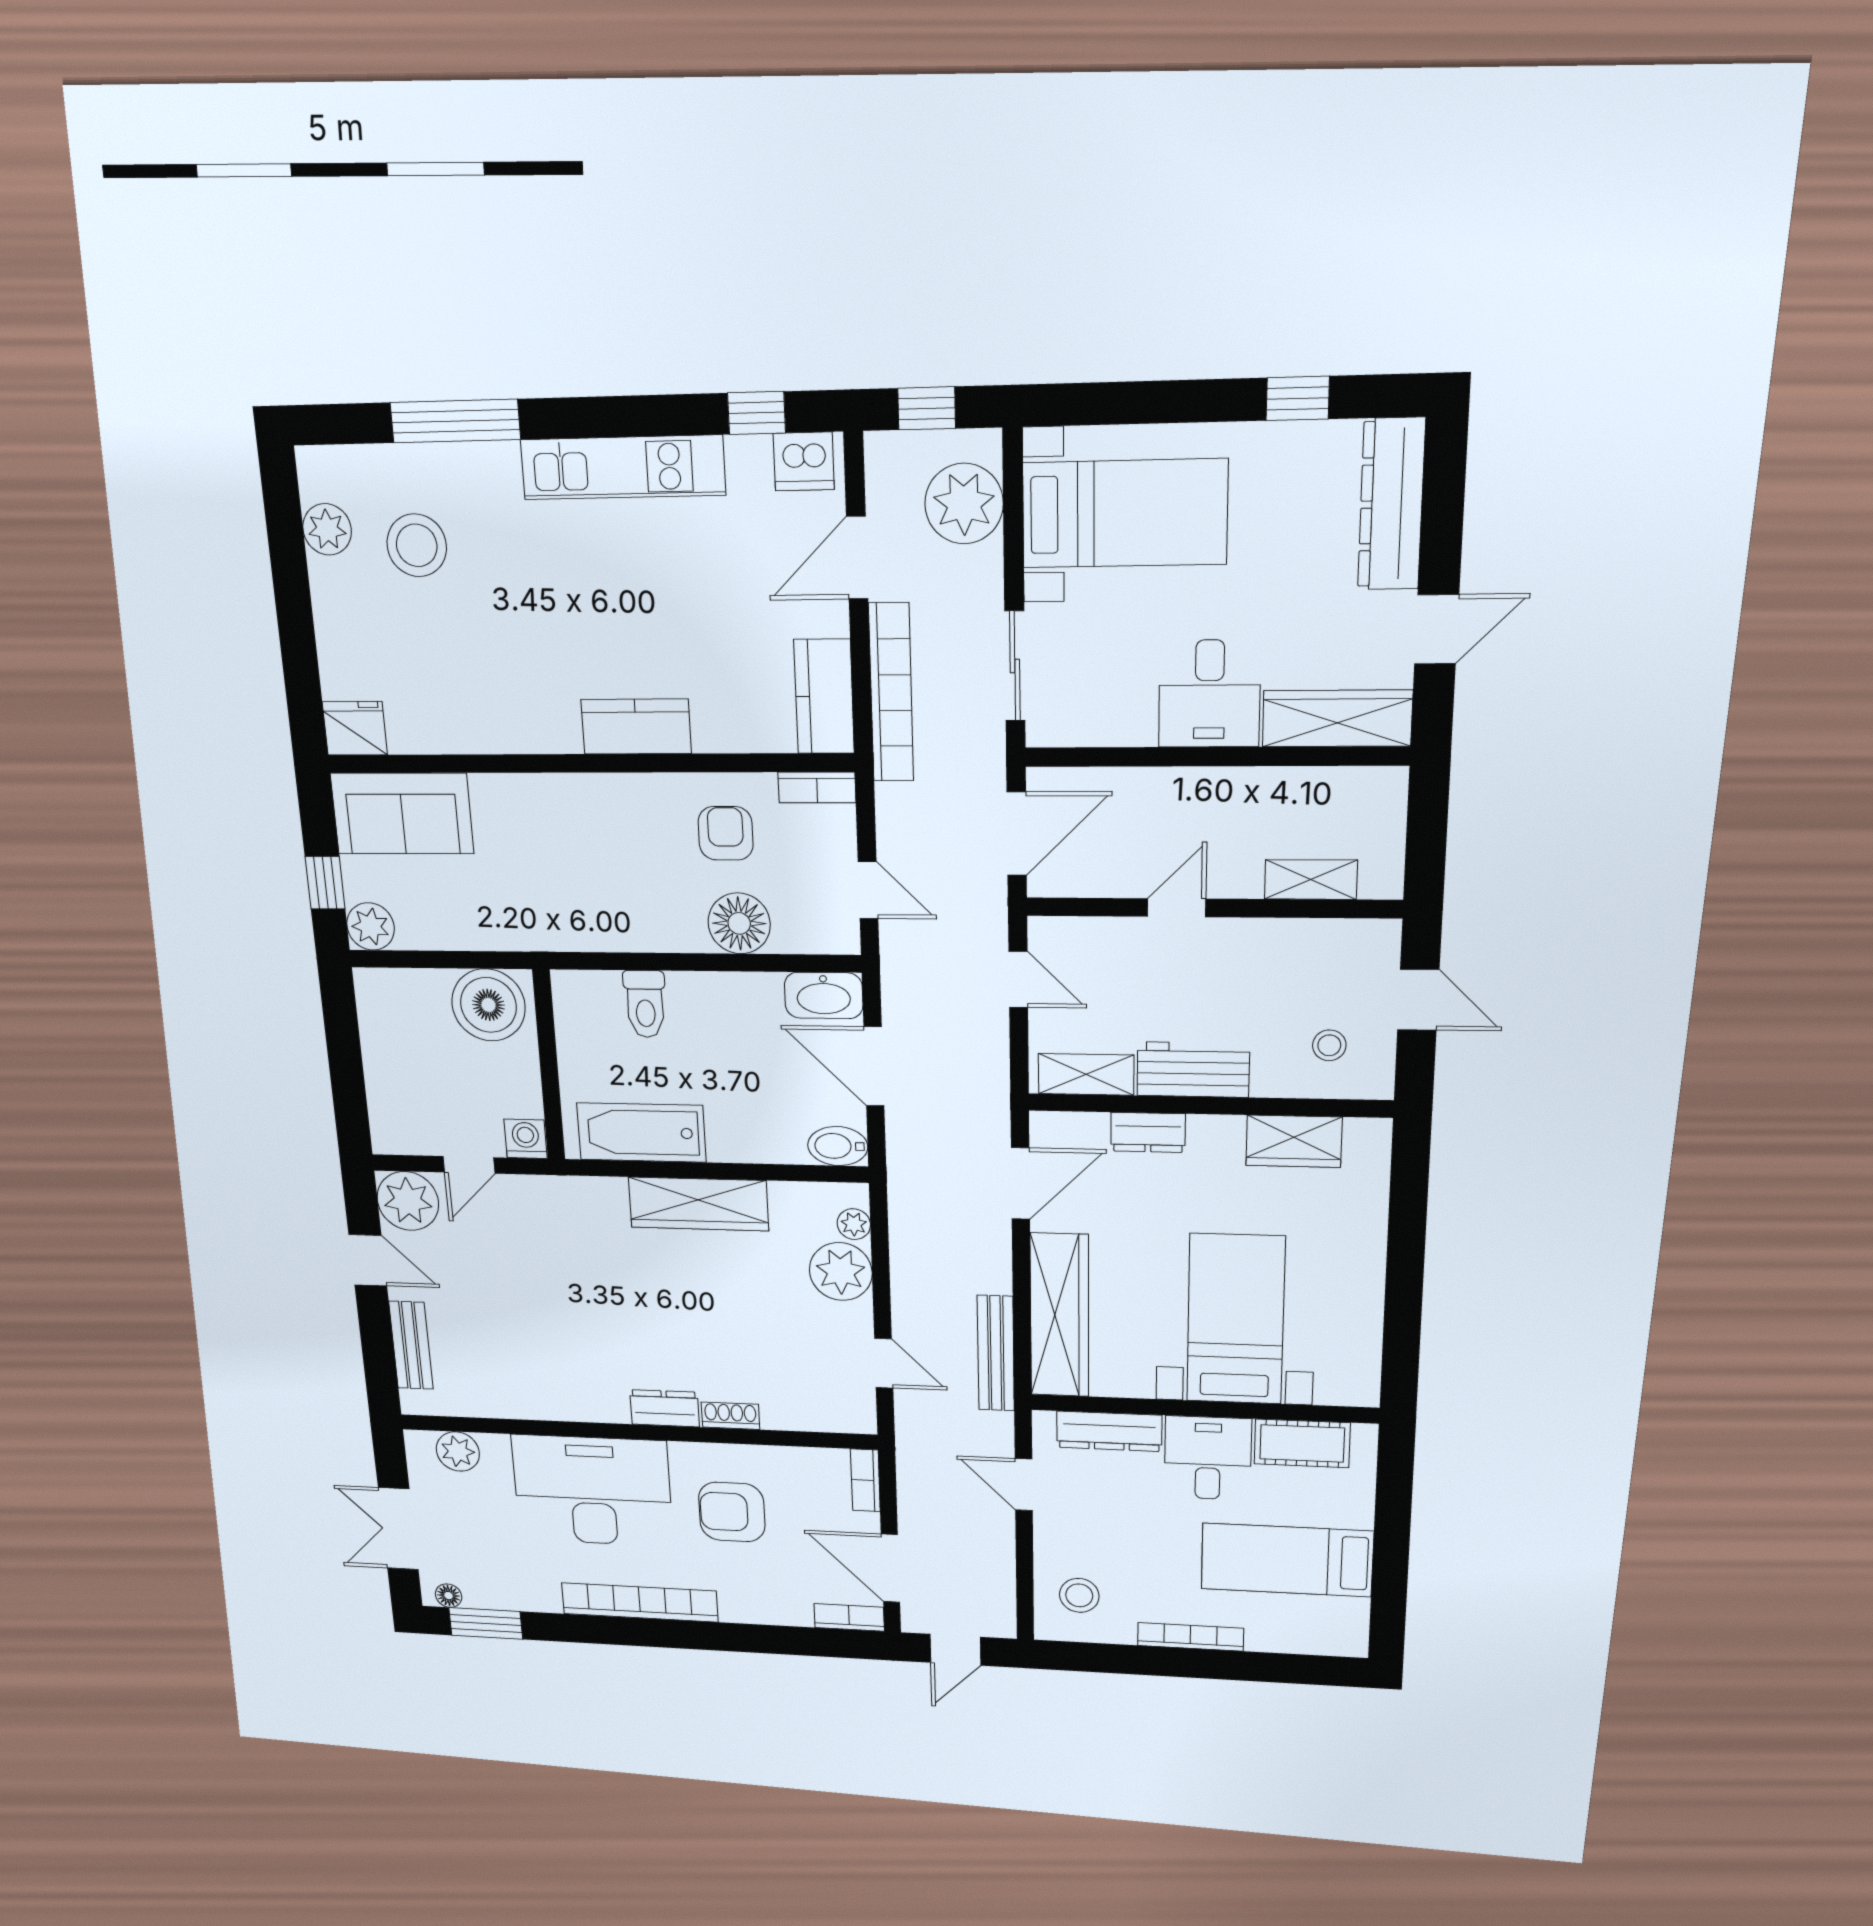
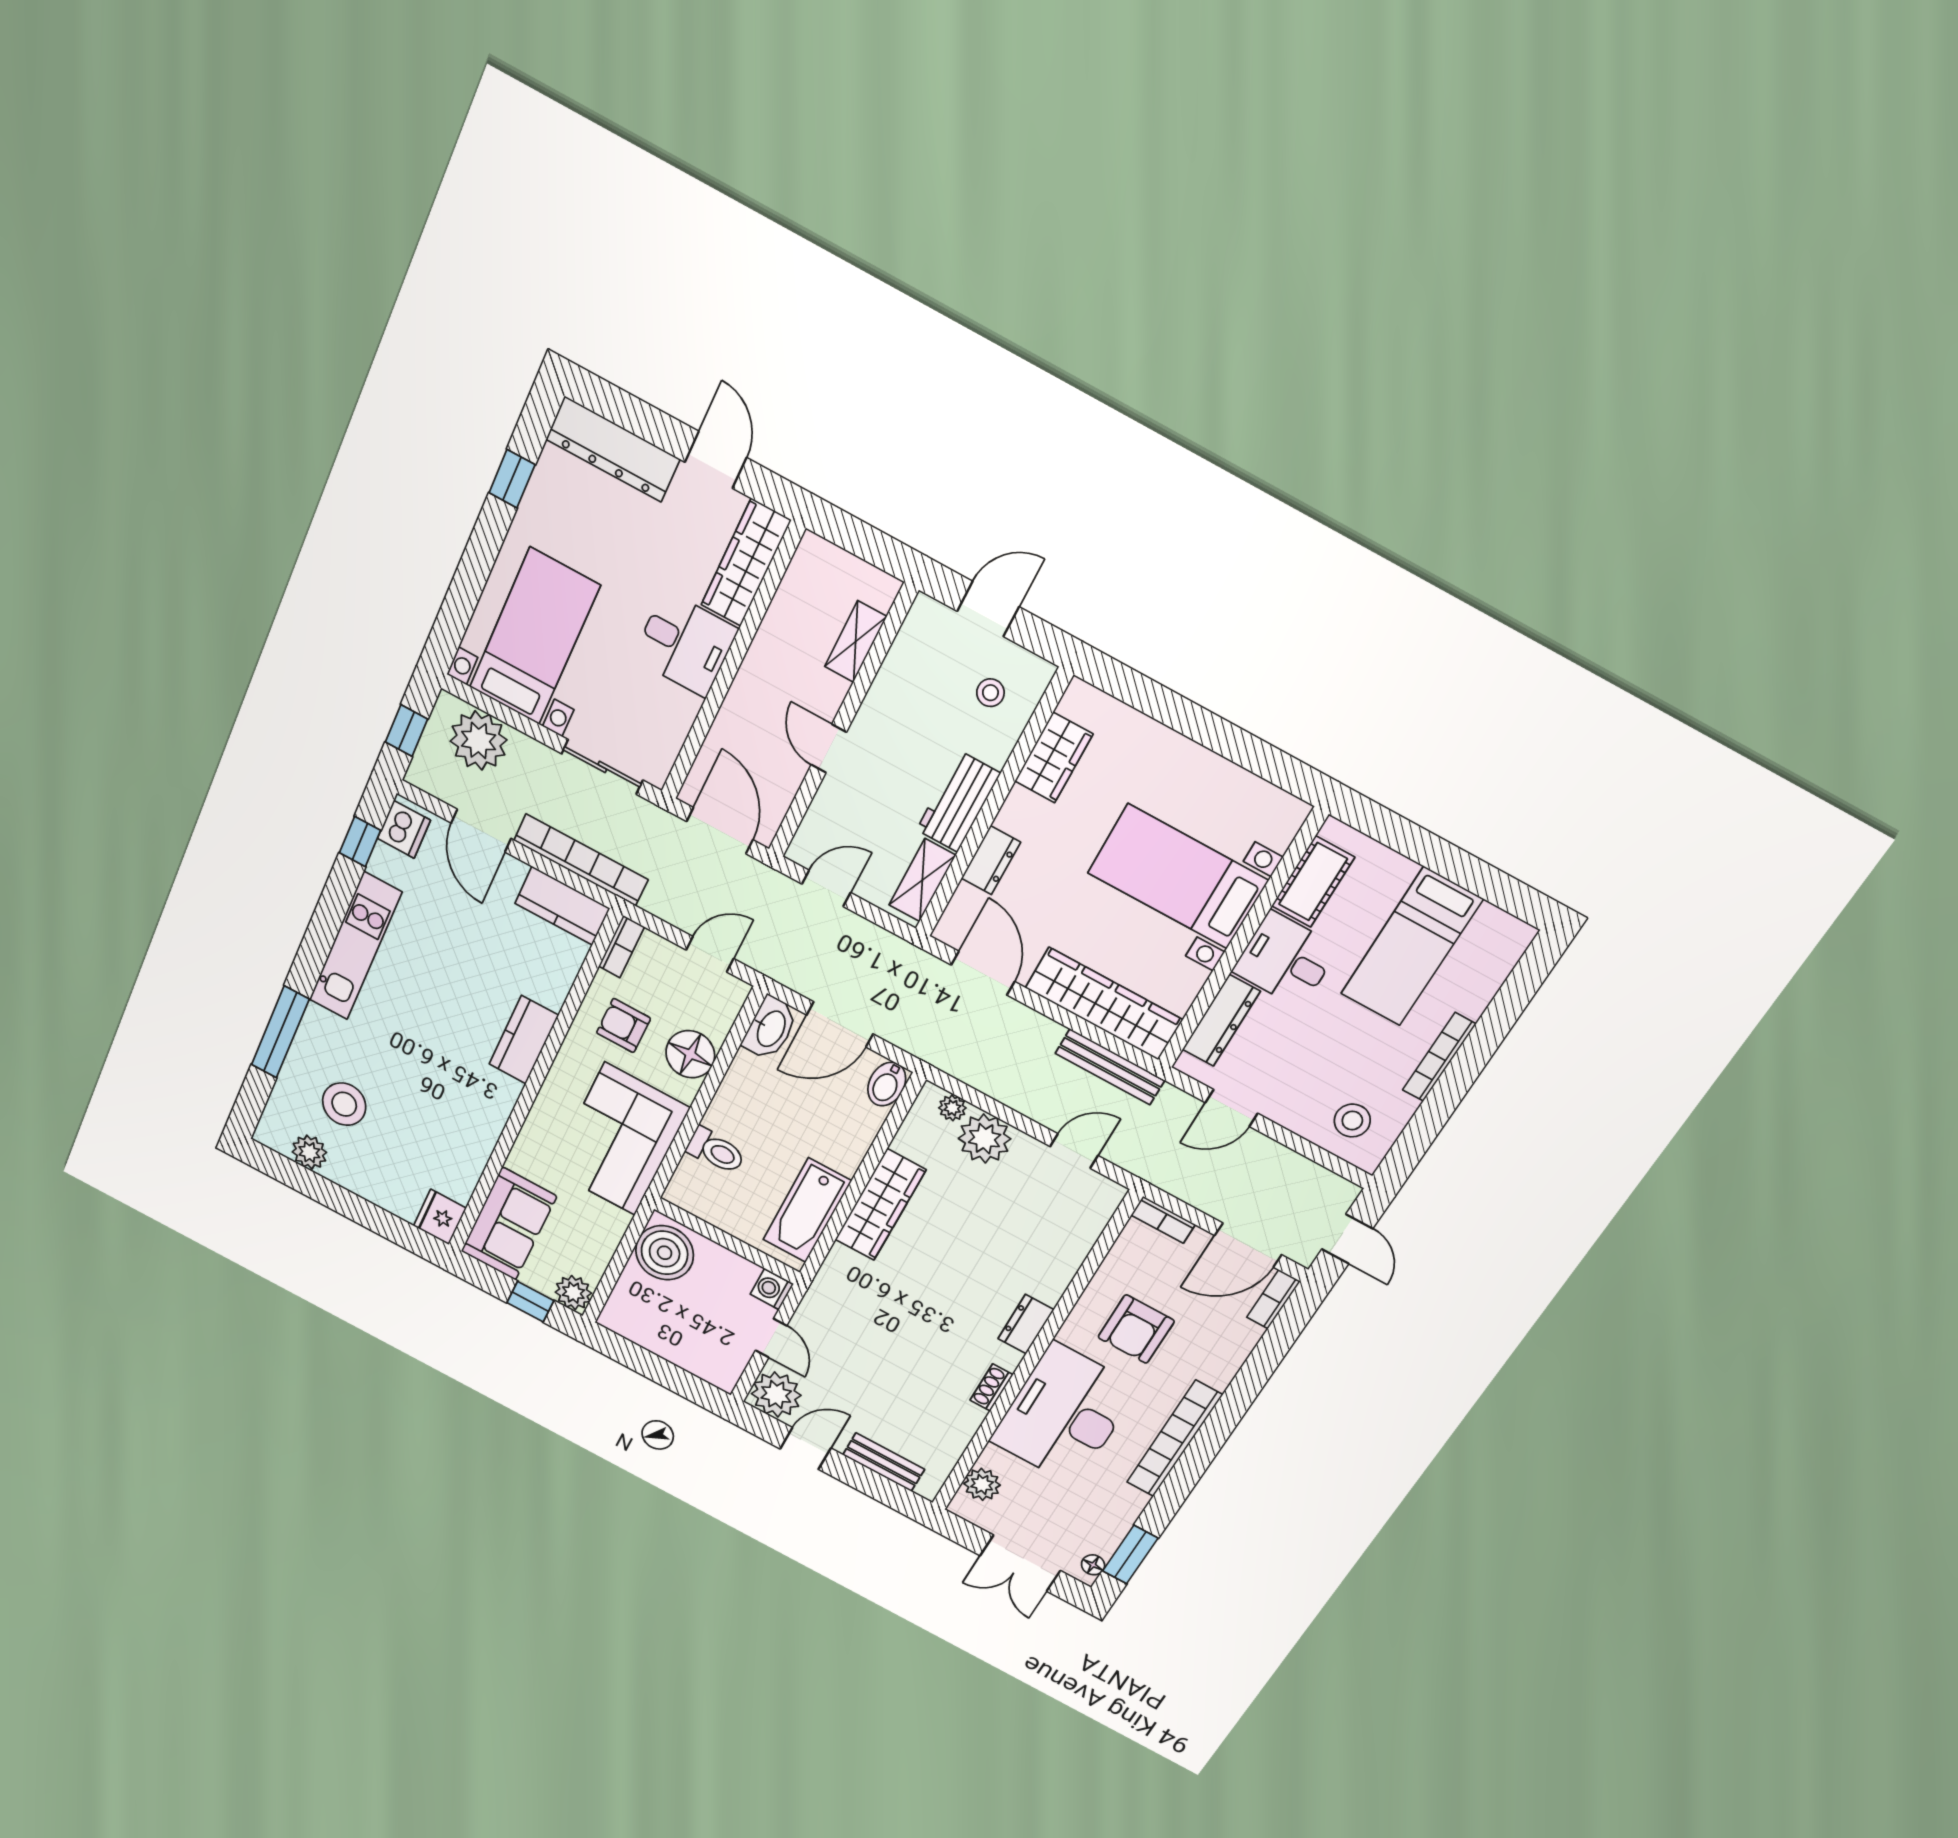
corner sofa: (589, 893) -> (620, 1139), added
shoe rack: (730, 1416) -> (991, 1387), moved

